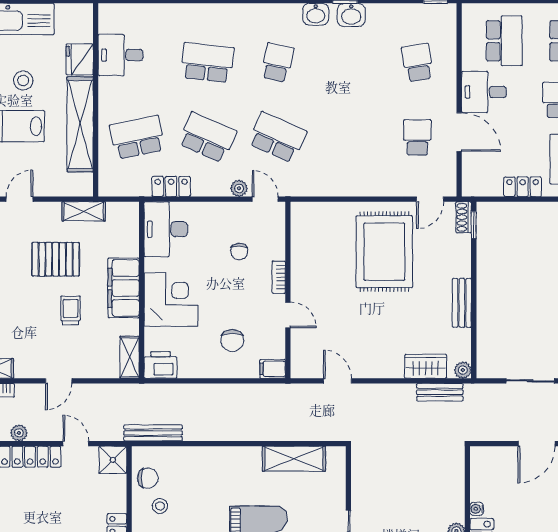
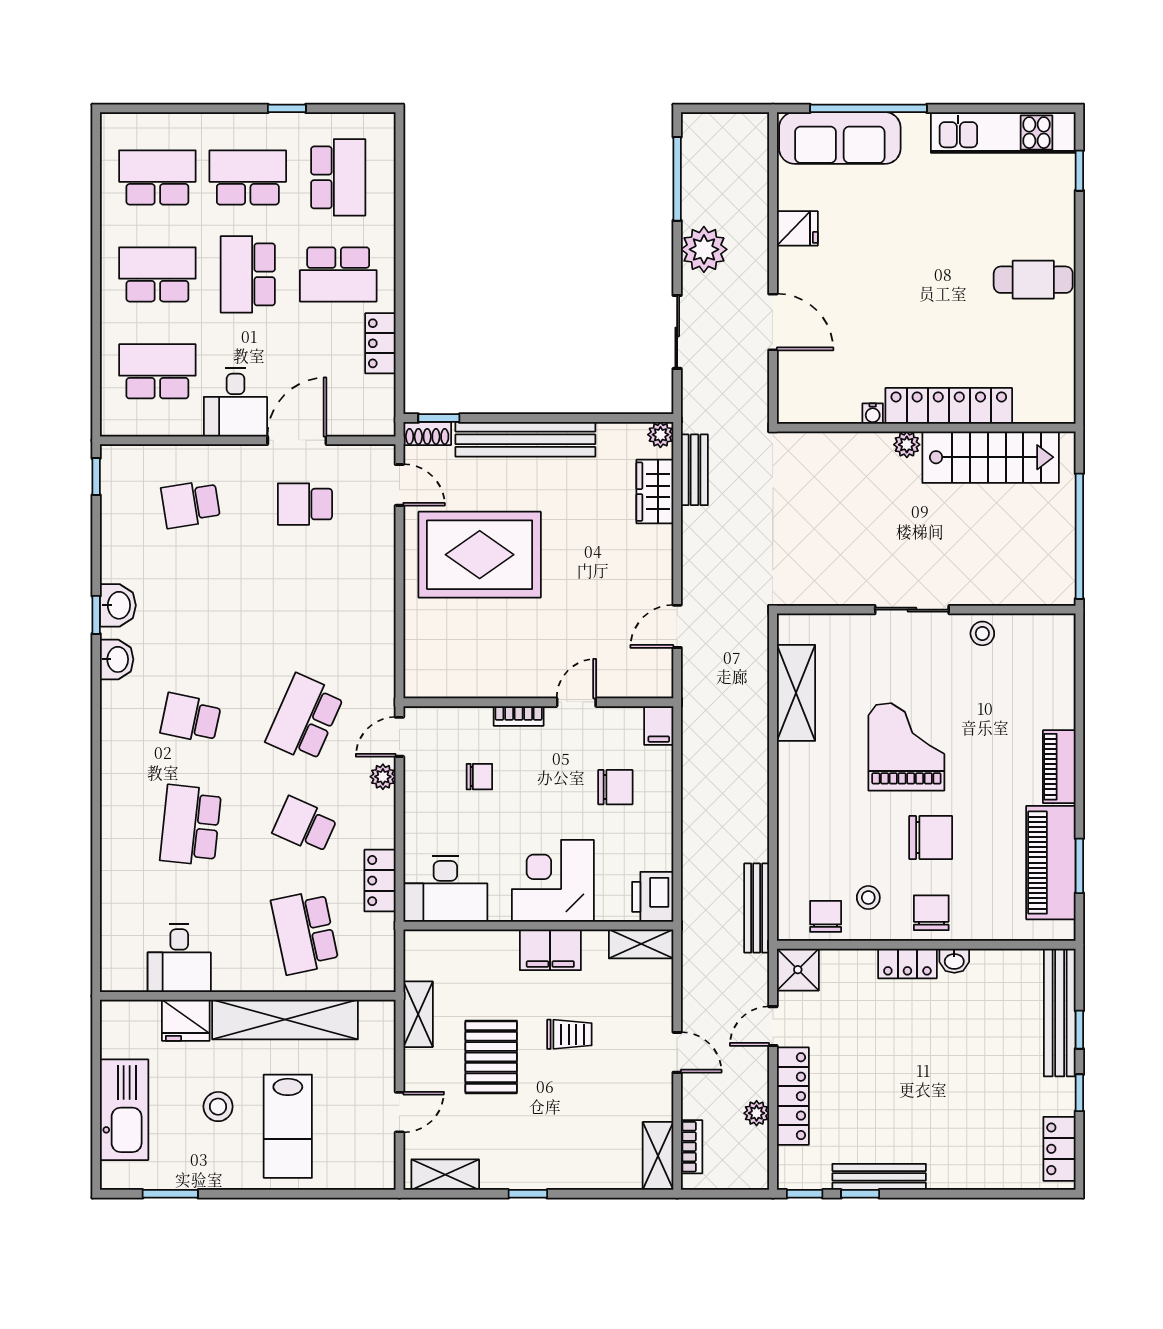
school desk: (207, 137) -> (305, 825), width x0.54
door: (20, 199) -> (399, 1112), swing flipped
filing cabinet: (124, 288) -> (550, 950), width x0.67, depth x0.86
bench: (462, 303) -> (525, 439), width x1.86, depth x1.21
trolley: (71, 310) -> (569, 1034), turned 180

